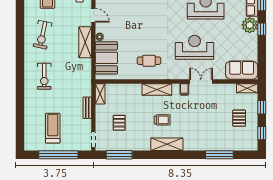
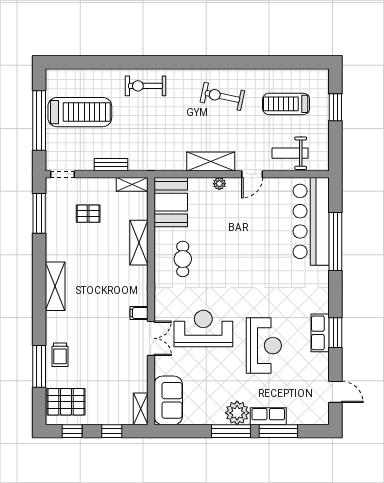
window: (262, 29) -> (231, 431), width x2.17
reception desk: (195, 47) -> (203, 329), turned -90
booth: (106, 58) -> (171, 202), moved, turned 90
exercise bike: (44, 76) -> (146, 86), moved
shelving: (157, 89) -> (139, 243), moved
pallet: (239, 118) -> (66, 402), moved, width x1.50, depth x1.42
trolley: (162, 120) -> (60, 355), moved
treadmill: (53, 128) -> (80, 112), width x1.37, depth x1.38

